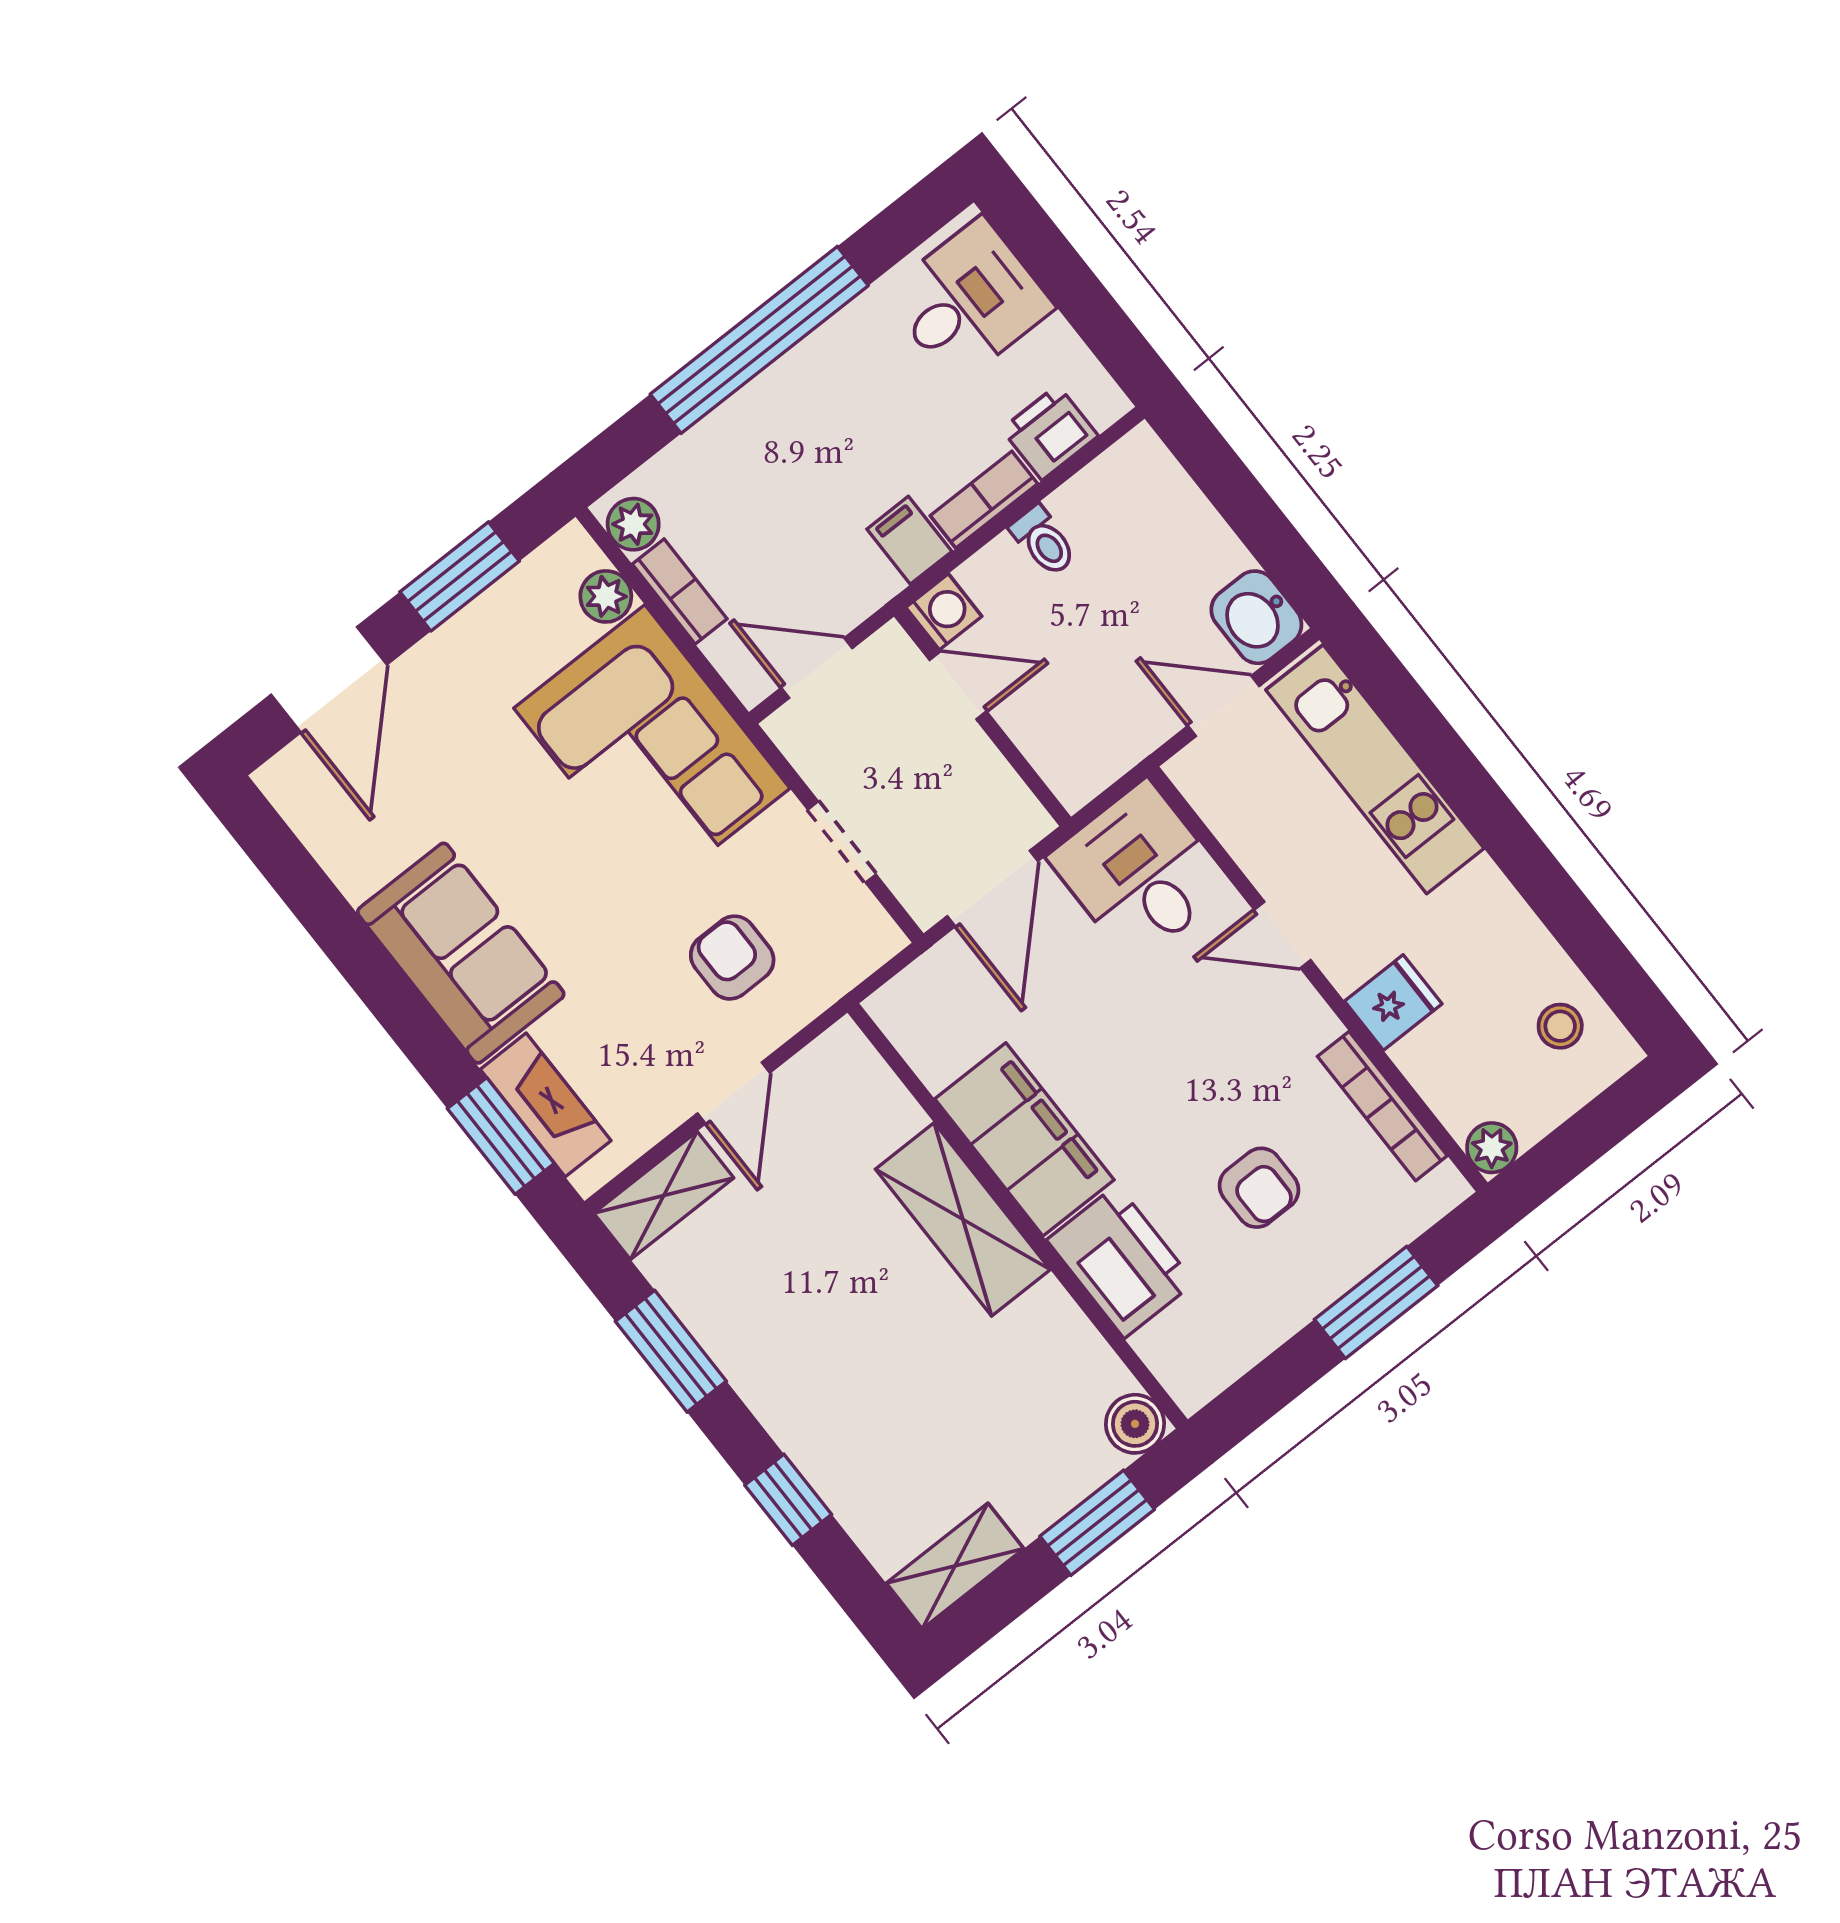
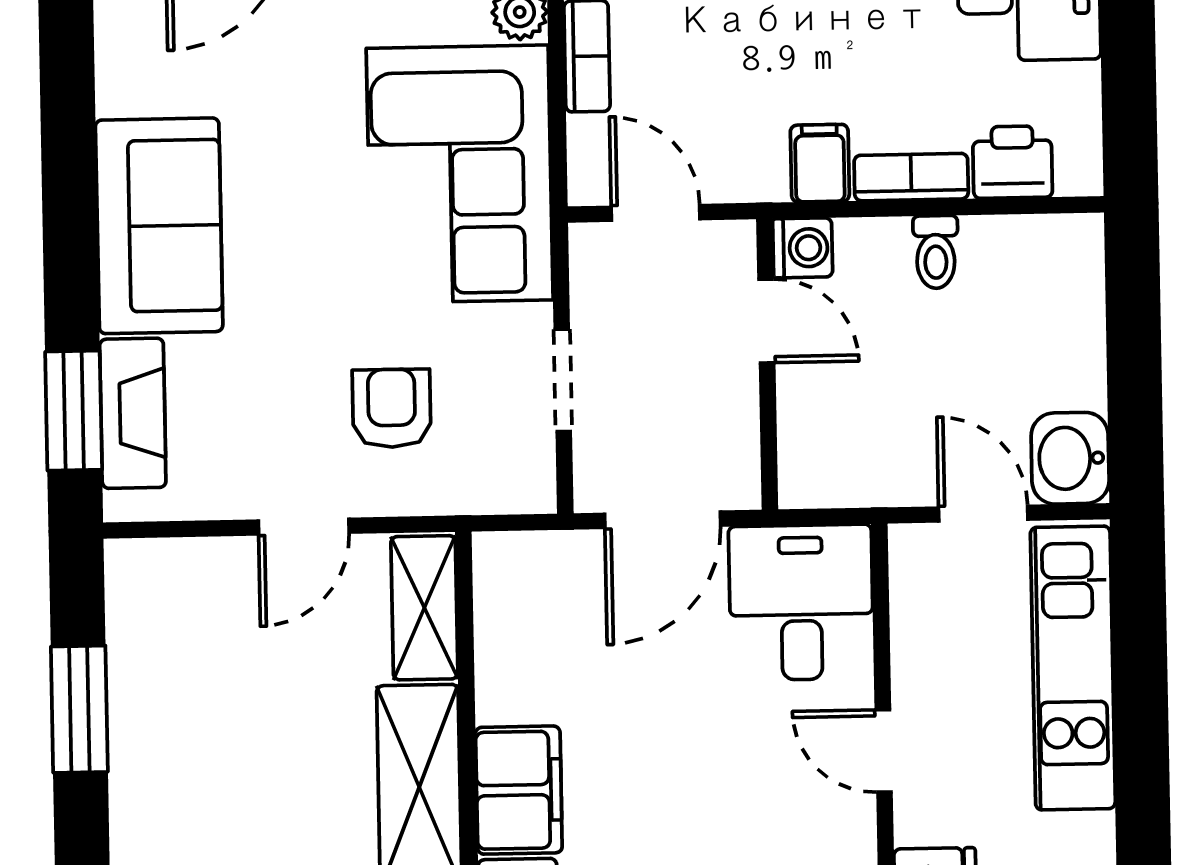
filing cabinet: (1024, 1139) -> (519, 790), width x0.67, depth x0.86
shelving: (664, 1195) -> (424, 608), moved, turned 90

